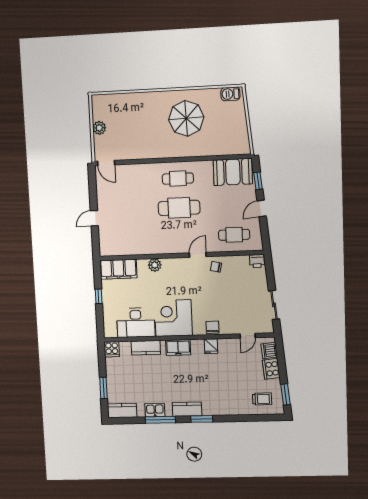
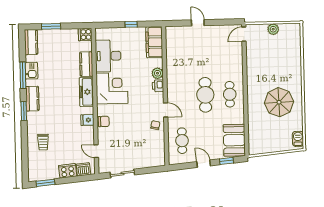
printer: (257, 261) -> (158, 86), moved
freezer: (178, 347) -> (86, 92), width x1.40
trolley: (262, 399) -> (43, 142), moved

